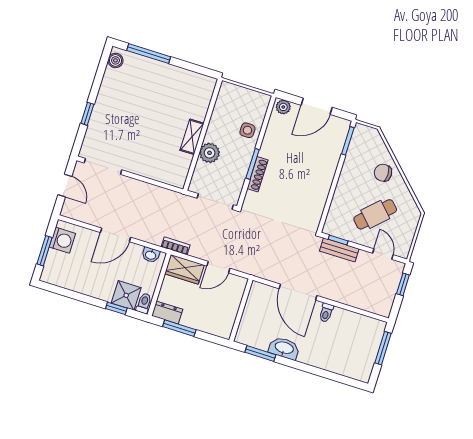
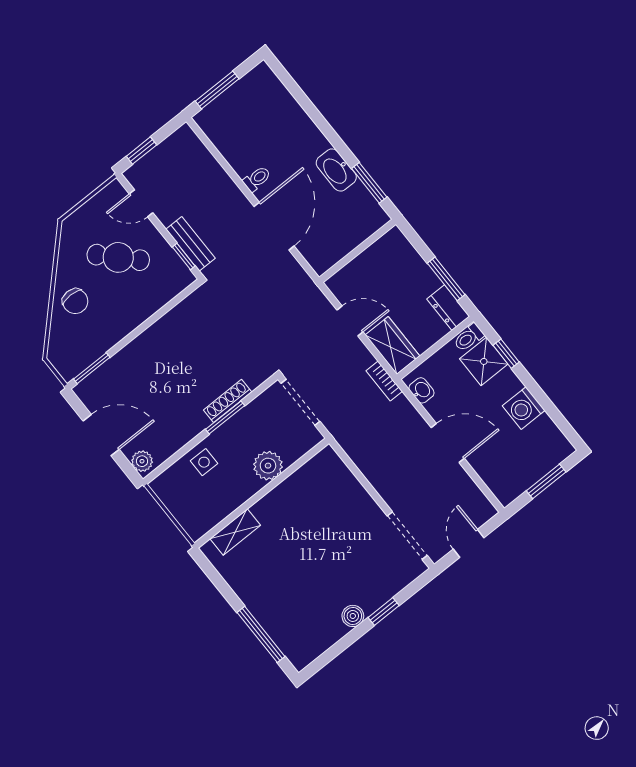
boiler: (115, 60) -> (353, 616), moved
shelving: (192, 137) -> (235, 532), moved
washing machine: (62, 240) -> (524, 408), moved, turned -90
door: (383, 254) -> (141, 203), hinge flipped

